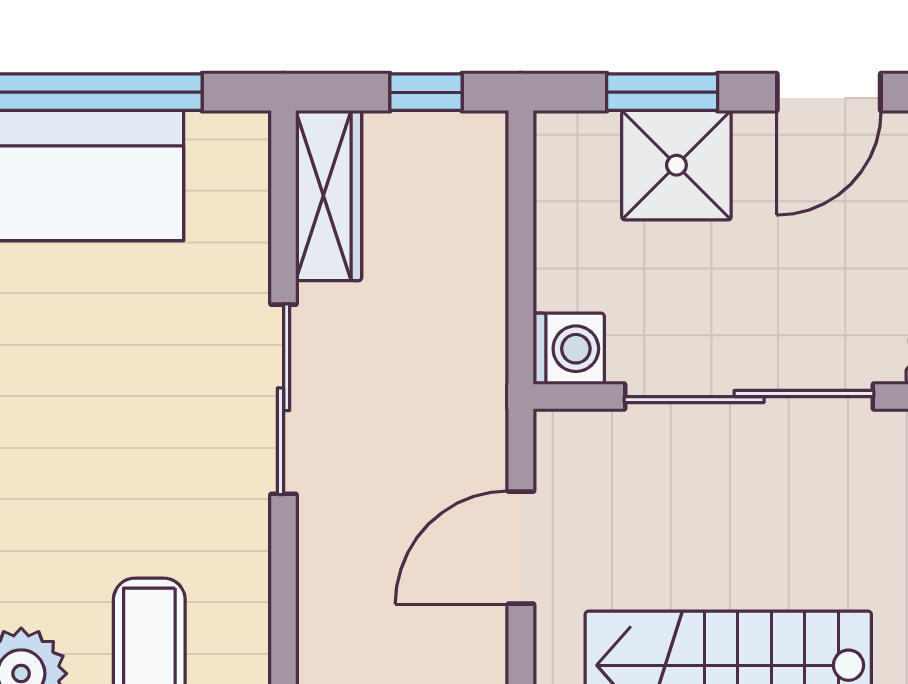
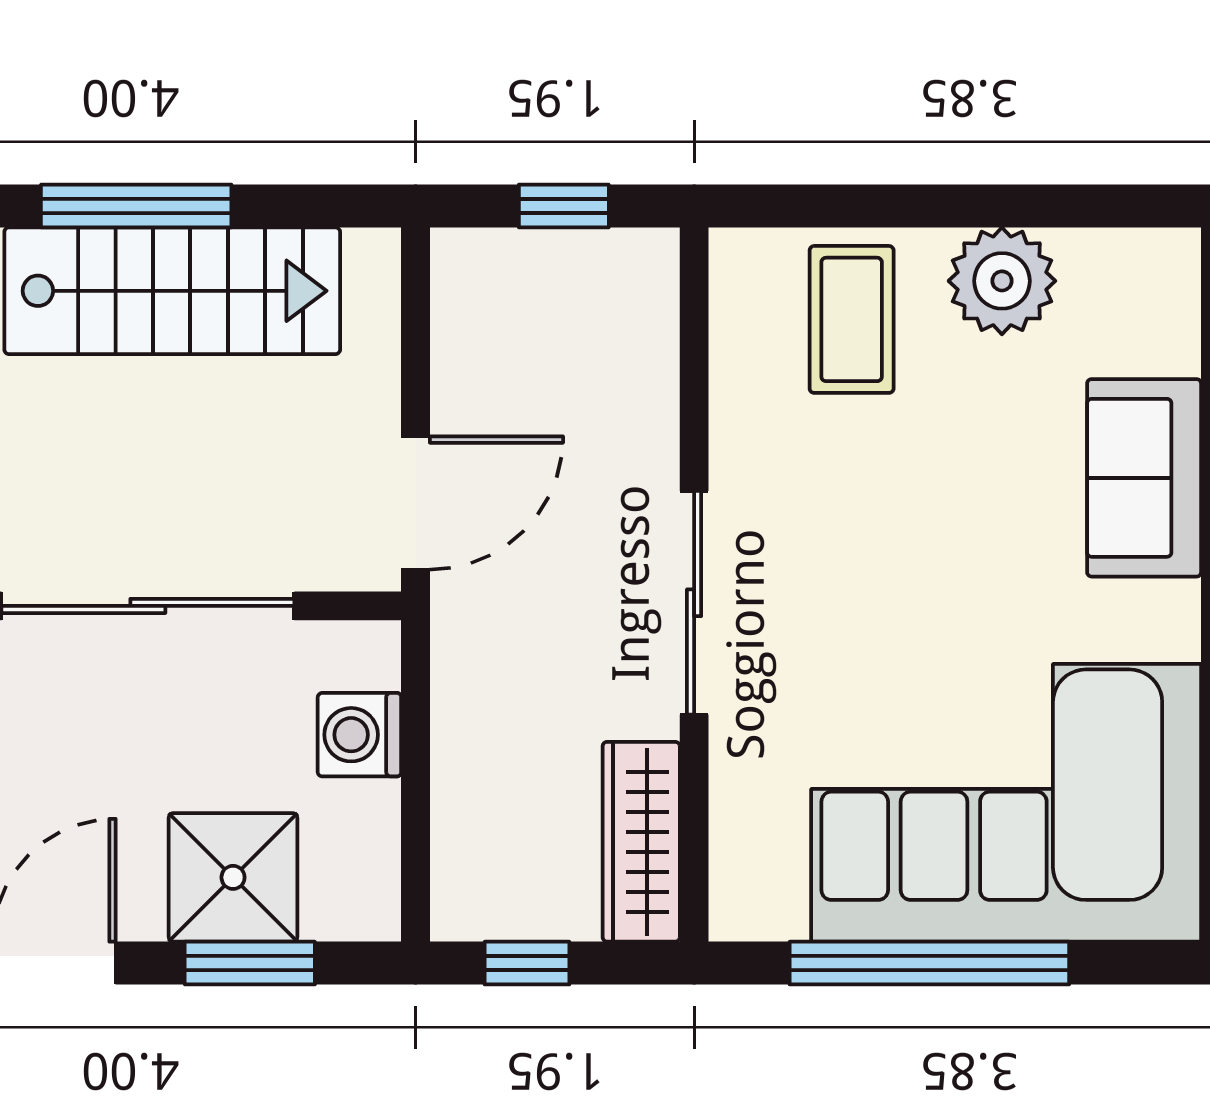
washing machine: (569, 349) -> (359, 735), moved
door: (521, 548) -> (416, 503), moved

